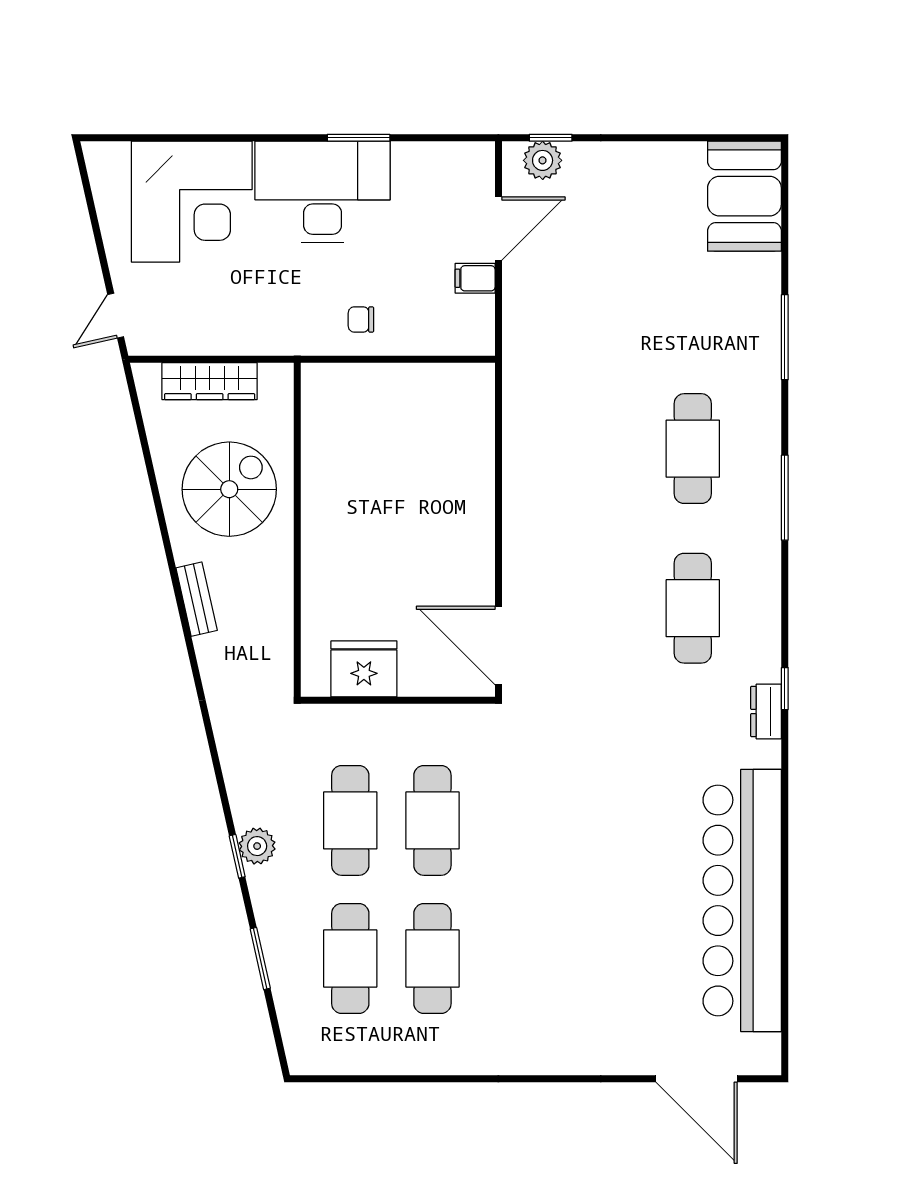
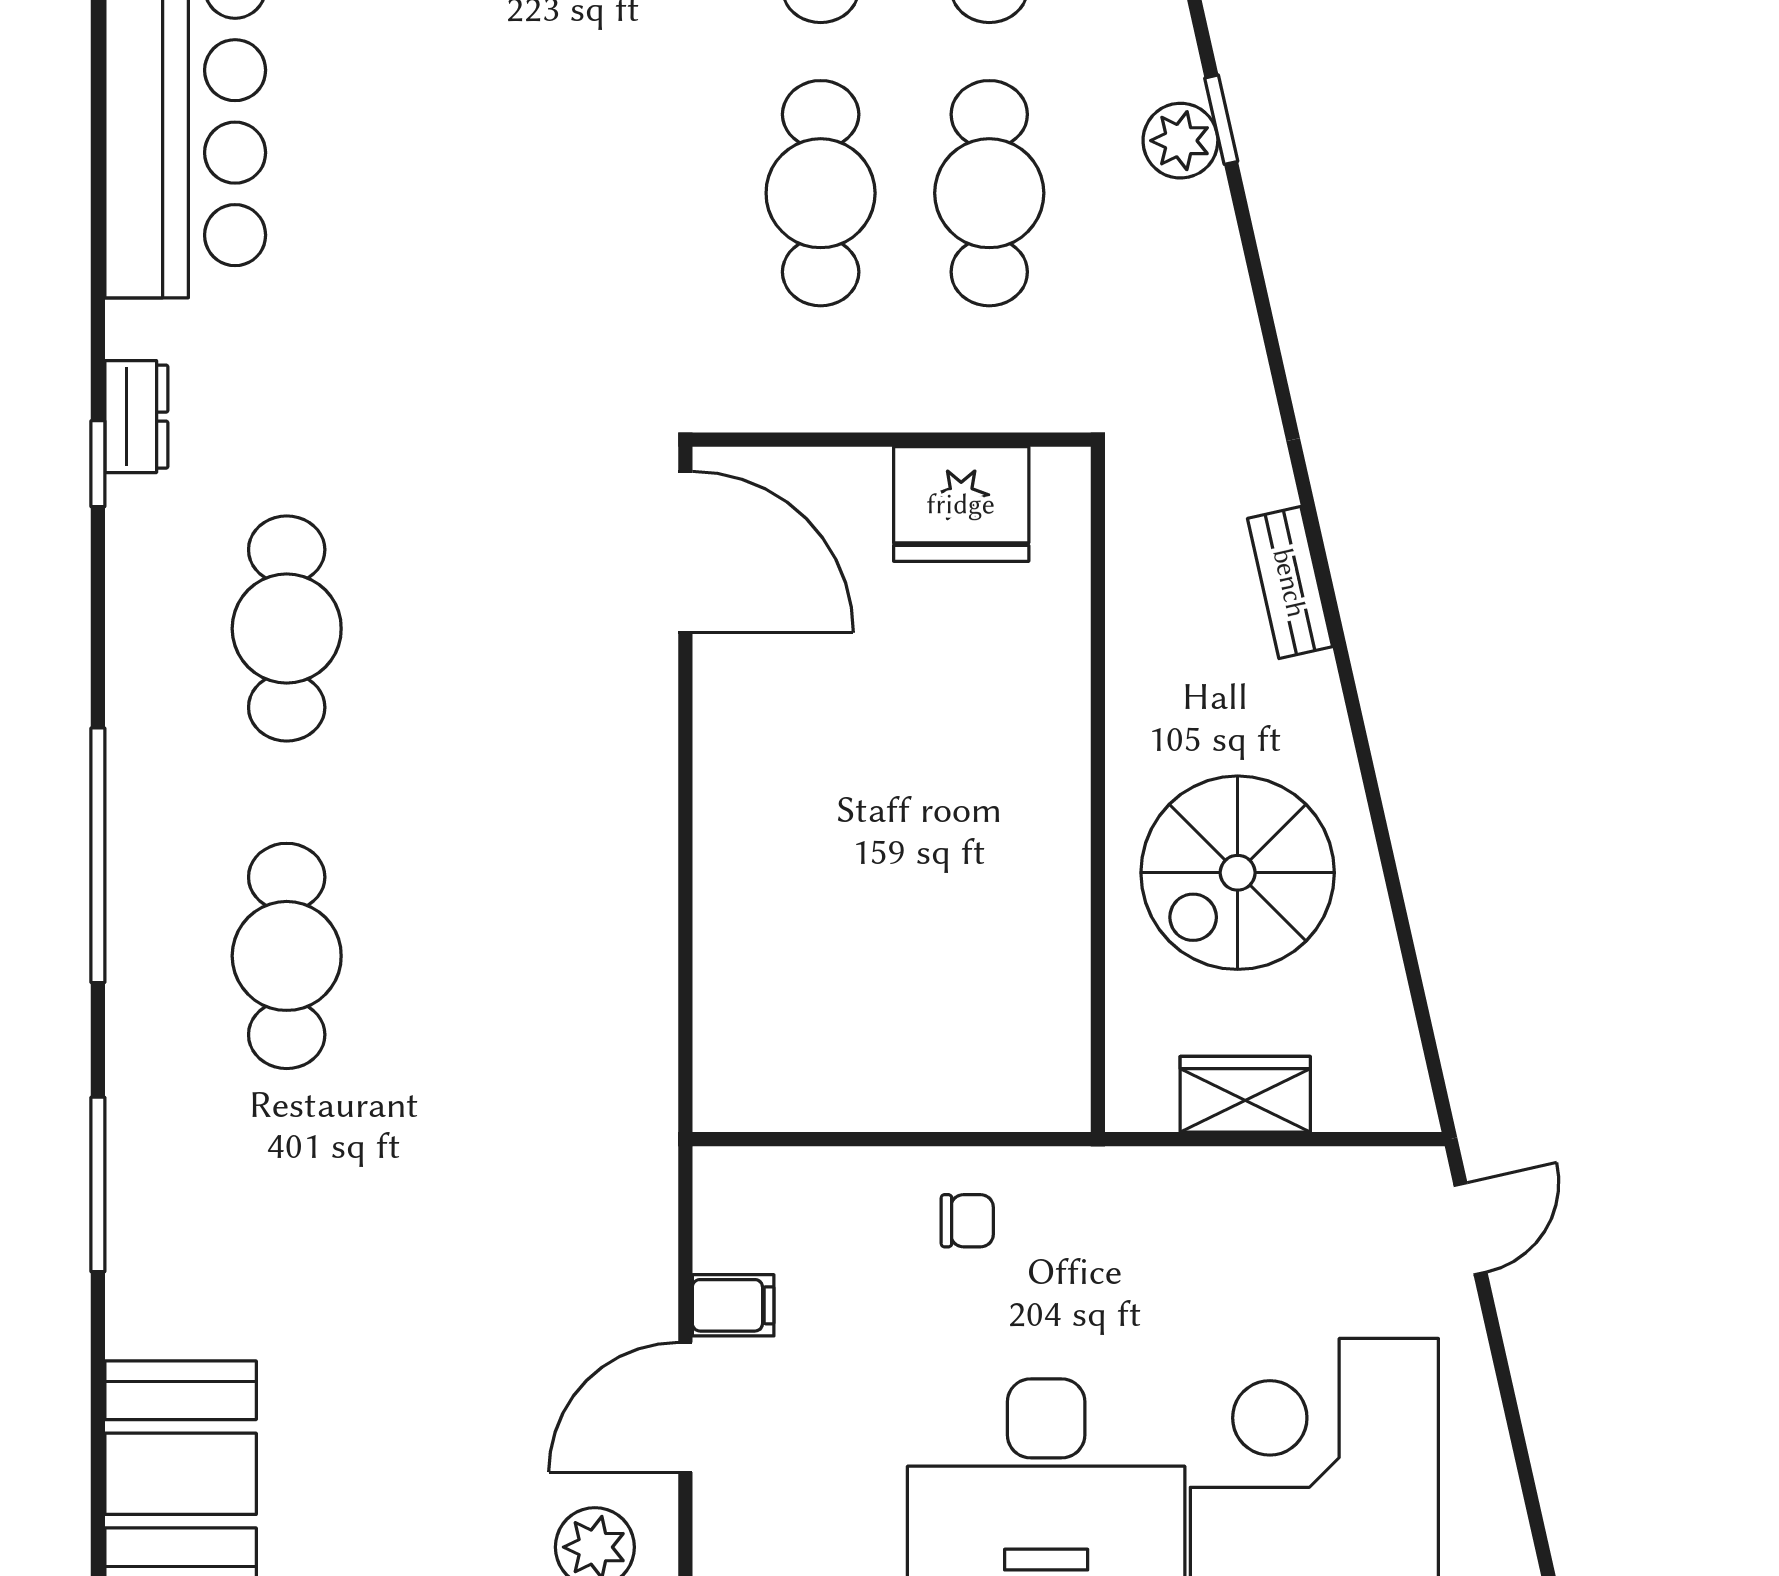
wardrobe: (210, 381) -> (1245, 1094), width x0.67
window: (785, 498) -> (98, 855), width x1.46
bench: (197, 599) -> (1290, 583), moved

